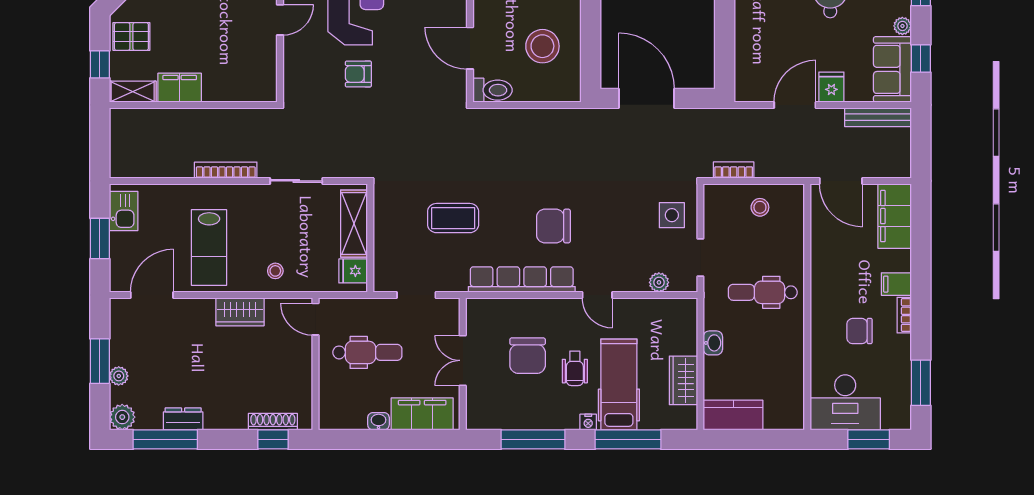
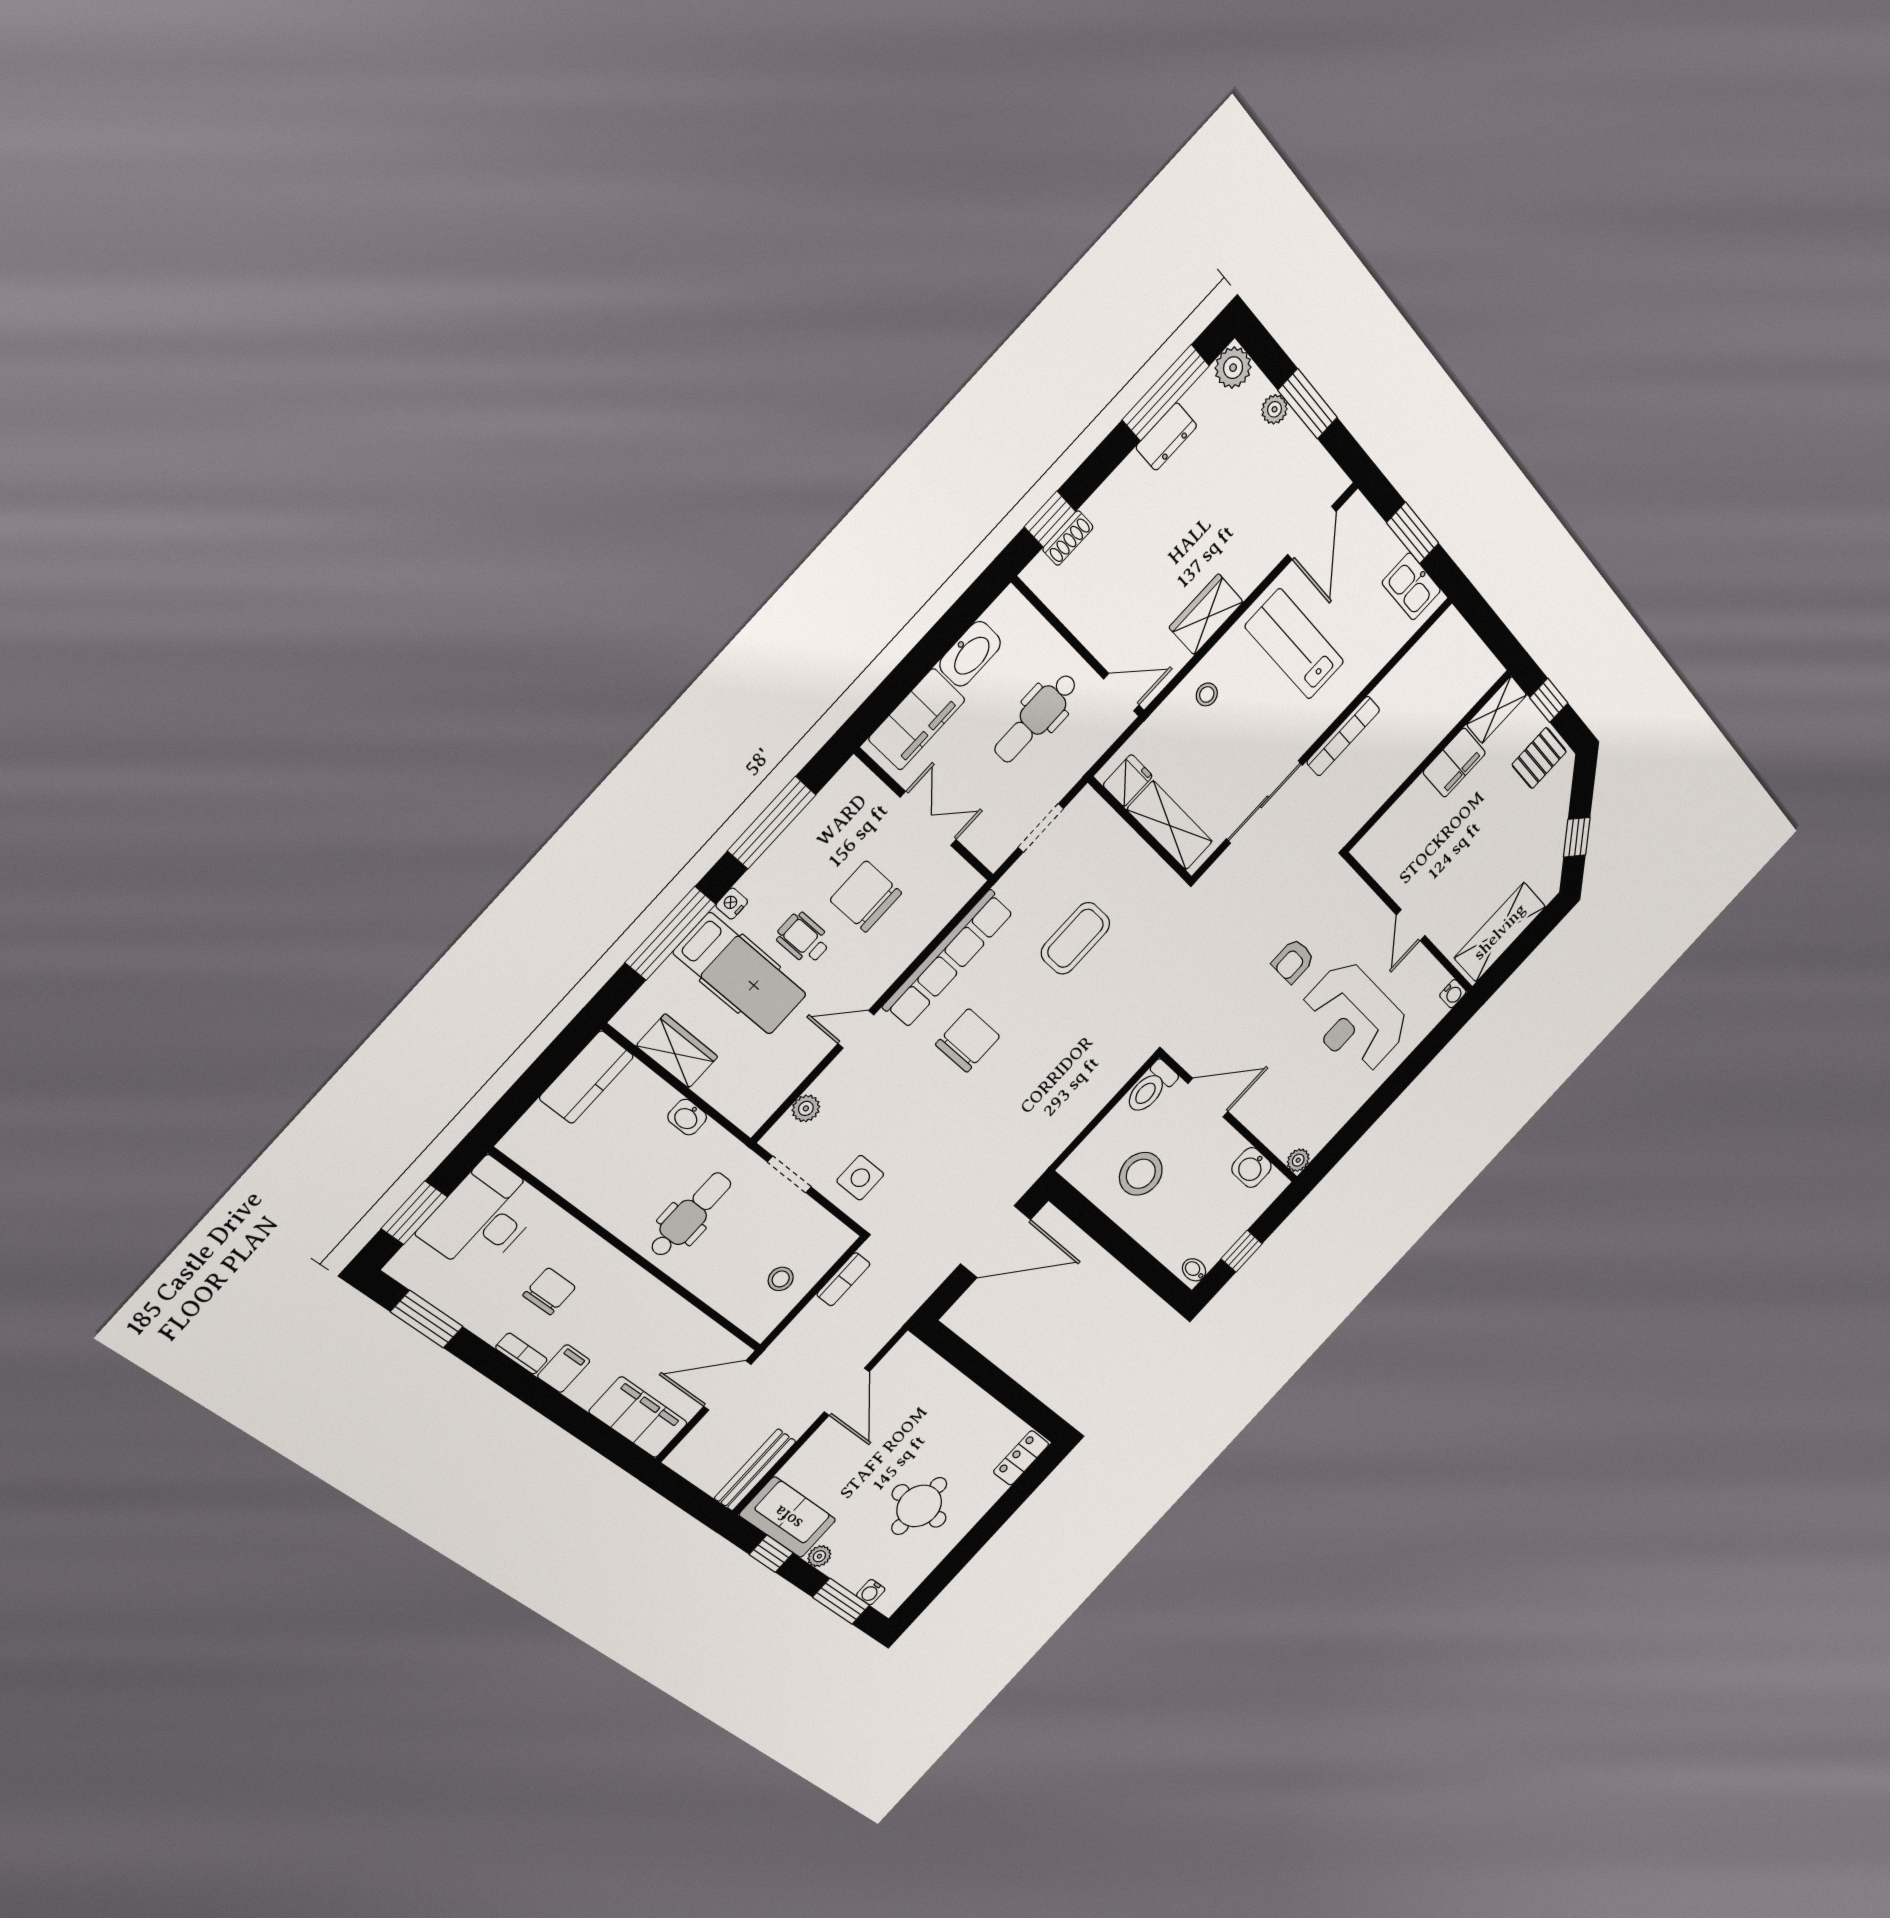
armchair: (358, 74) -> (1293, 961), turned 180
fridge: (831, 87) -> (829, 1442), removed
sliding door: (296, 181) -> (1264, 802), width x1.37
washbasin: (378, 421) -> (970, 654), width x1.91, depth x1.45
shoe rack: (273, 422) -> (1068, 538), width x0.70

